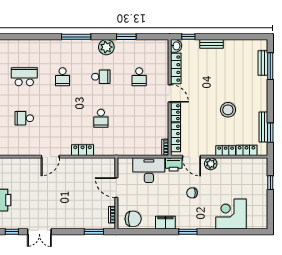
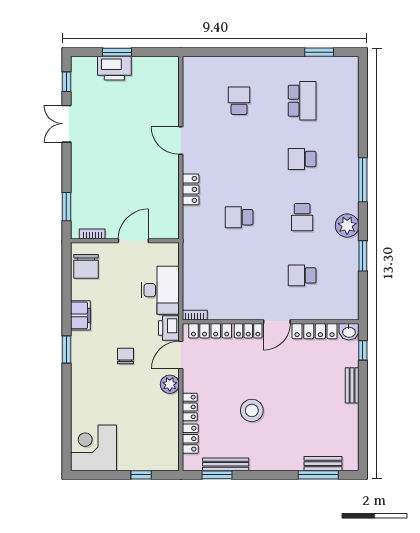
corner desk: (231, 214) -> (93, 448), moved, turned -90

